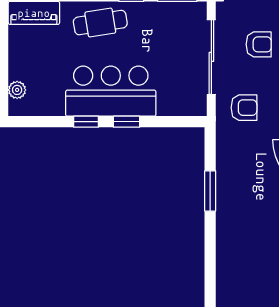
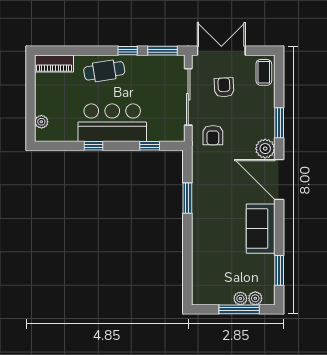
armchair: (259, 44) -> (224, 87), turned -93
armchair: (244, 108) -> (213, 135), turned 90
window: (127, 122) -> (150, 146), moved

